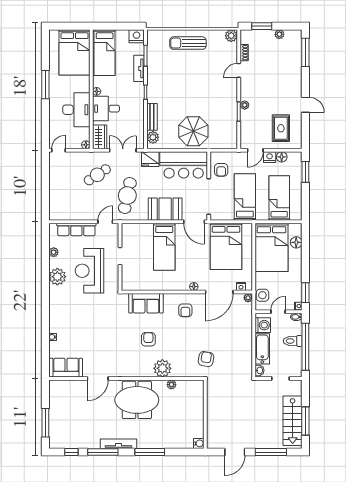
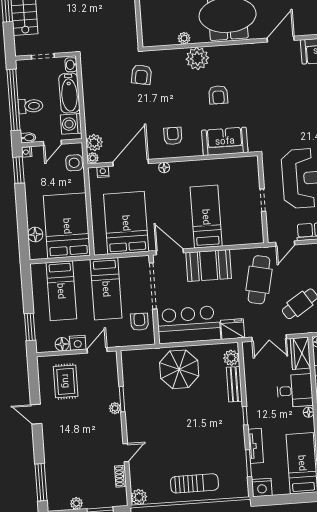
plant: (246, 310) -> (94, 143), added

